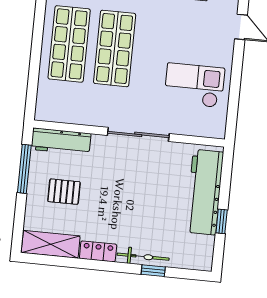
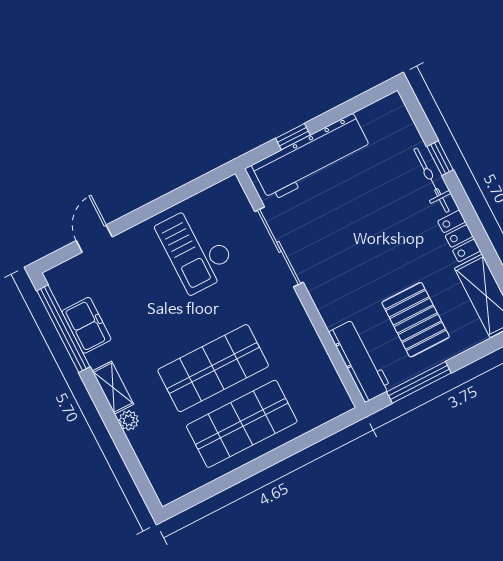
sliding door: (138, 134) -> (279, 247), moved
pallet: (64, 192) -> (416, 320), width x1.50, depth x1.42
window: (222, 221) -> (293, 137), moved

